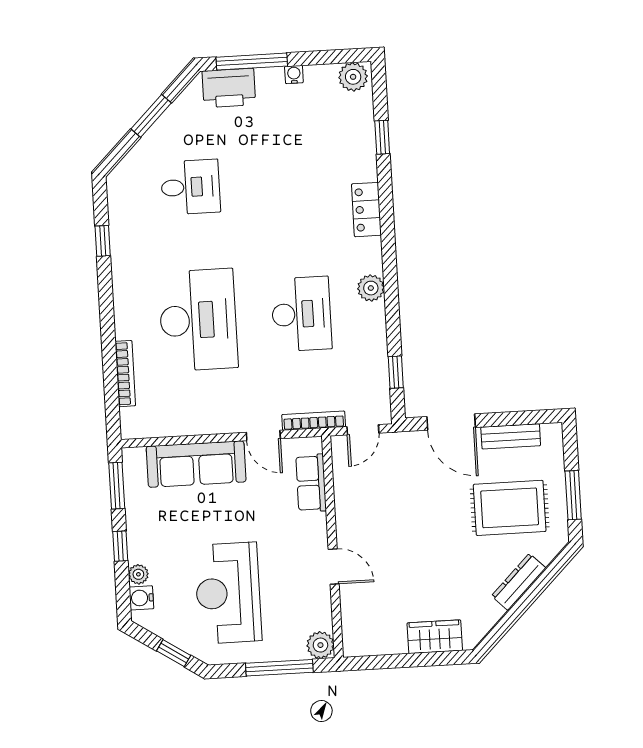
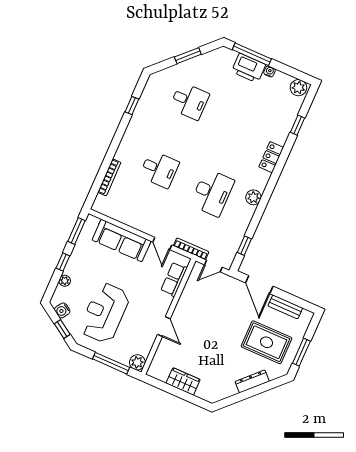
printer: (229, 88) -> (249, 68), moved
desk: (198, 320) -> (159, 169), width x0.53, depth x0.77
water cooler: (141, 598) -> (62, 310), moved, turned -57
wardrobe: (435, 637) -> (183, 381), moved

